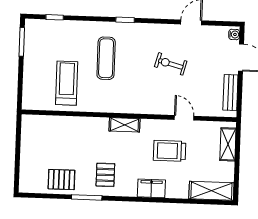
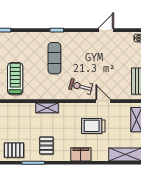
exercise mat: (106, 58) -> (54, 58), moved
exercise bike: (171, 64) -> (81, 86), moved
shelving: (124, 125) -> (47, 108), moved

